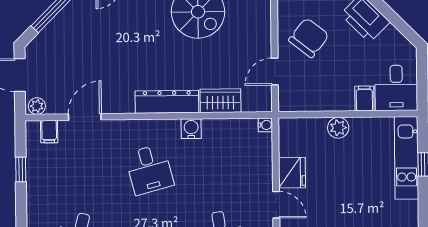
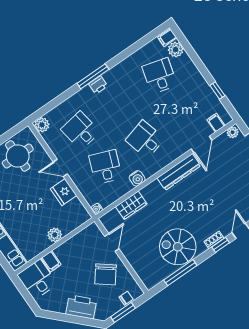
dresser: (167, 102) -> (179, 172), moved
desk: (220, 169) -> (106, 167), added

